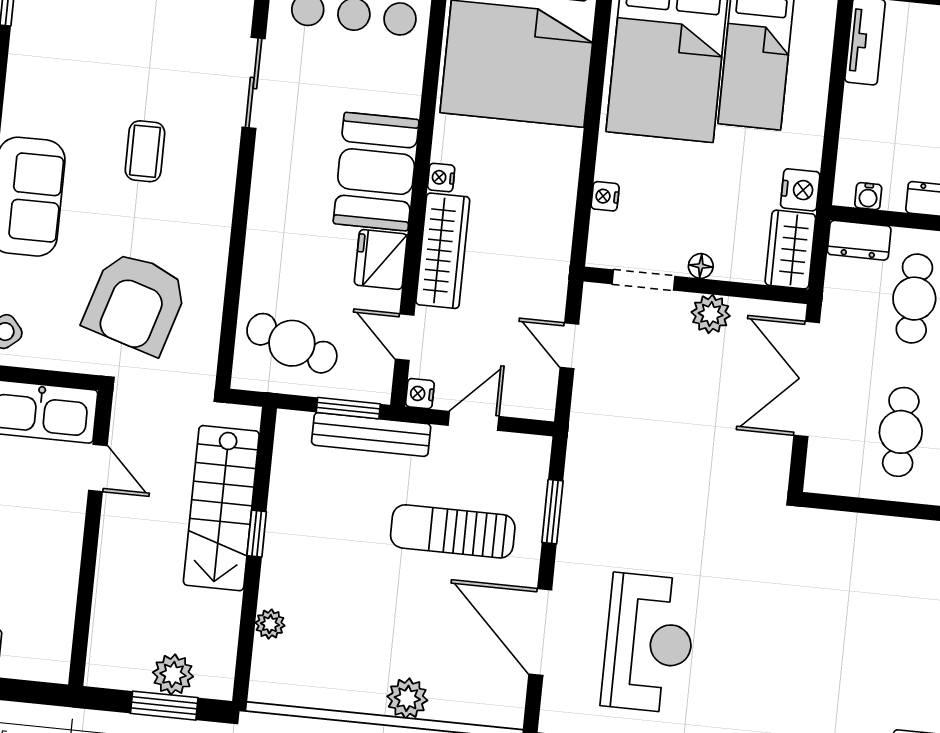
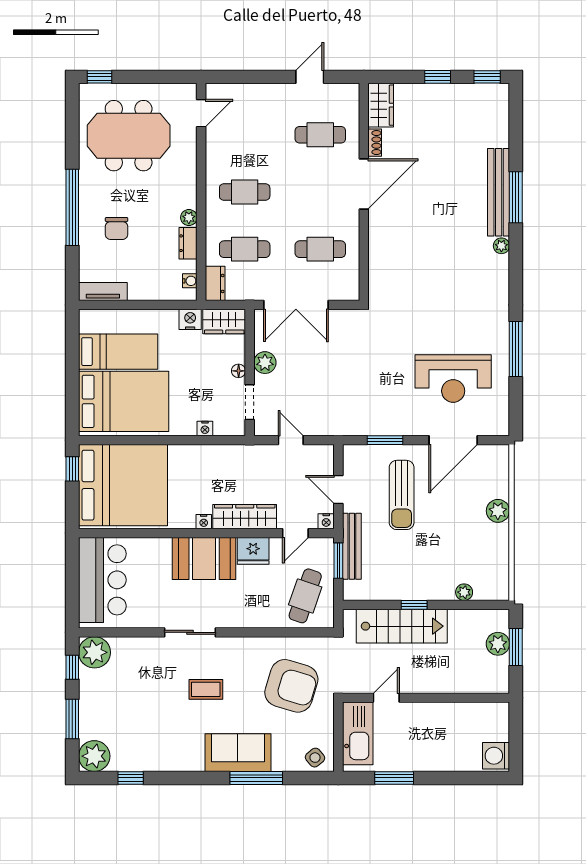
sliding door: (254, 83) -> (190, 632), moved
door: (569, 346) -> (291, 440), swing flipped
reception desk: (649, 643) -> (453, 379), turned 180

